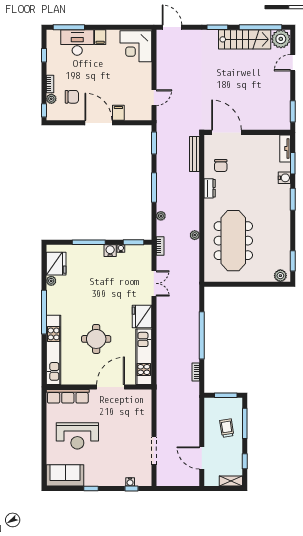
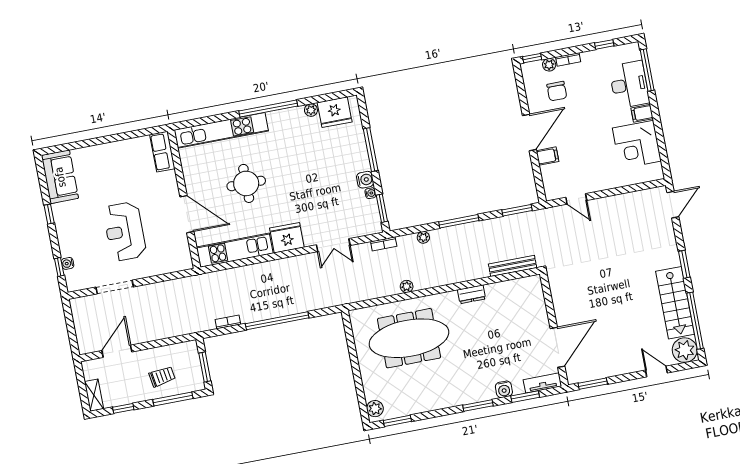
corner desk: (136, 46) -> (637, 145), moved, turned -90
door: (226, 132) -> (557, 347), moved
chair: (221, 166) -> (504, 303), removed
row of seats: (68, 396) -> (162, 152), width x0.68
reception desk: (77, 436) -> (125, 231), moved

